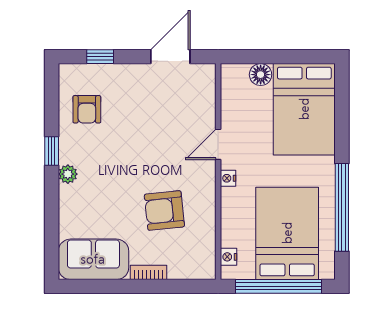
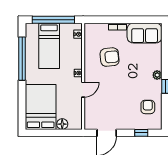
bed: (287, 233) -> (49, 46), width x0.67

